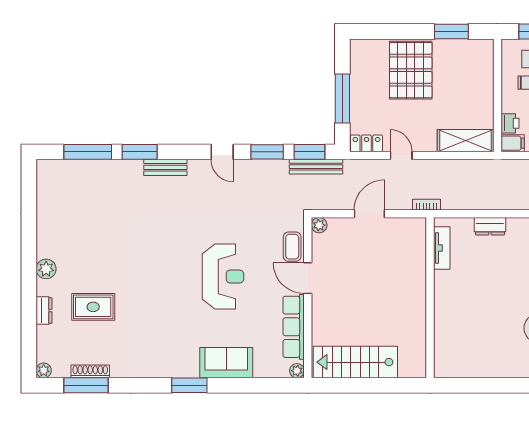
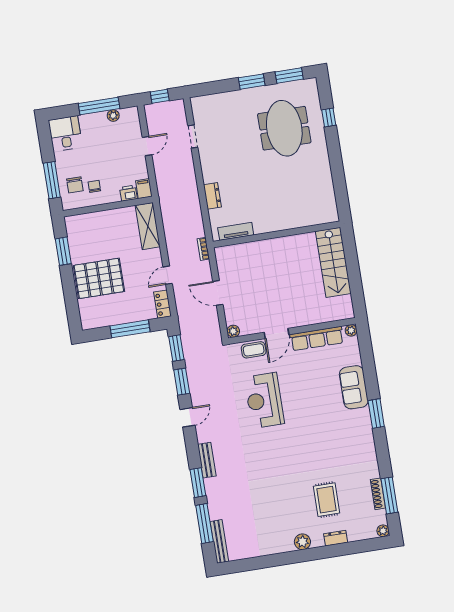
bench: (316, 167) -> (219, 541), moved
reception desk: (223, 277) -> (264, 400), moved, turned -90
stairs: (355, 362) -> (333, 262), moved

